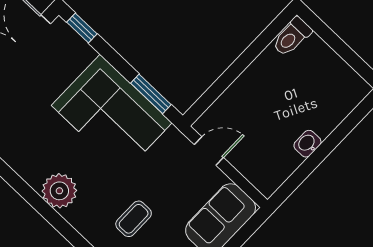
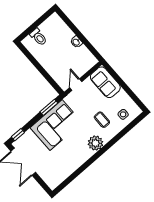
toilet: (292, 37) -> (38, 37), moved
plant: (59, 191) -> (95, 143), moved

